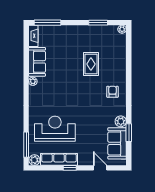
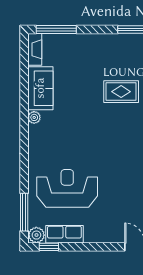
rug: (91, 64) -> (121, 92), turned 90
row of seats: (59, 159) -> (64, 234), width x0.68
window: (70, 168) -> (49, 247), moved

